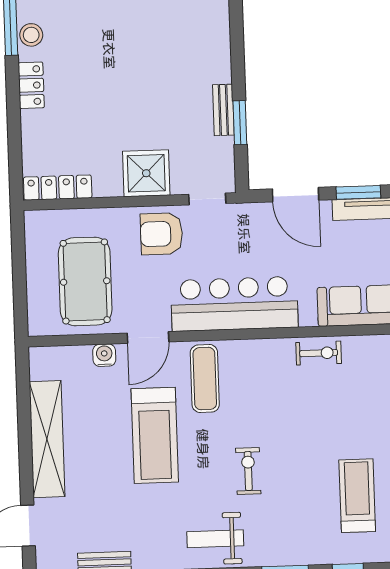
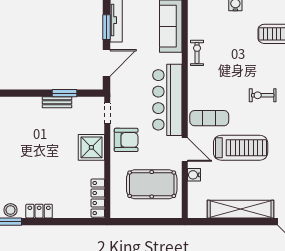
armchair: (161, 234) -> (126, 140), turned -90

